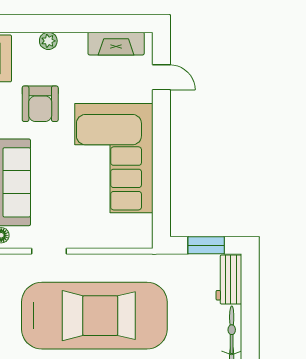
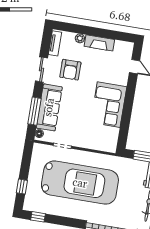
fireplace: (116, 44) -> (99, 43), moved
corner sofa: (114, 158) -> (109, 105), width x0.73, depth x0.74

